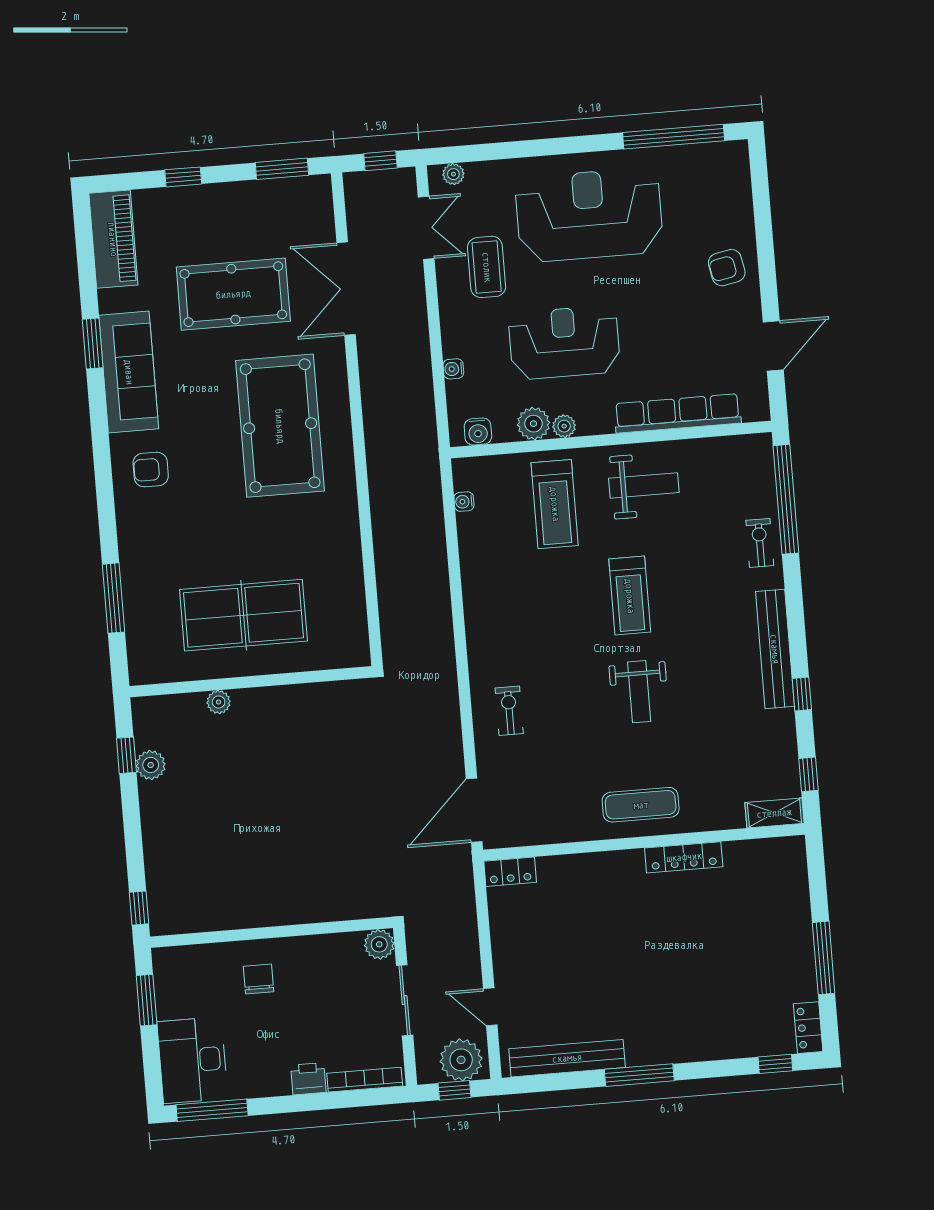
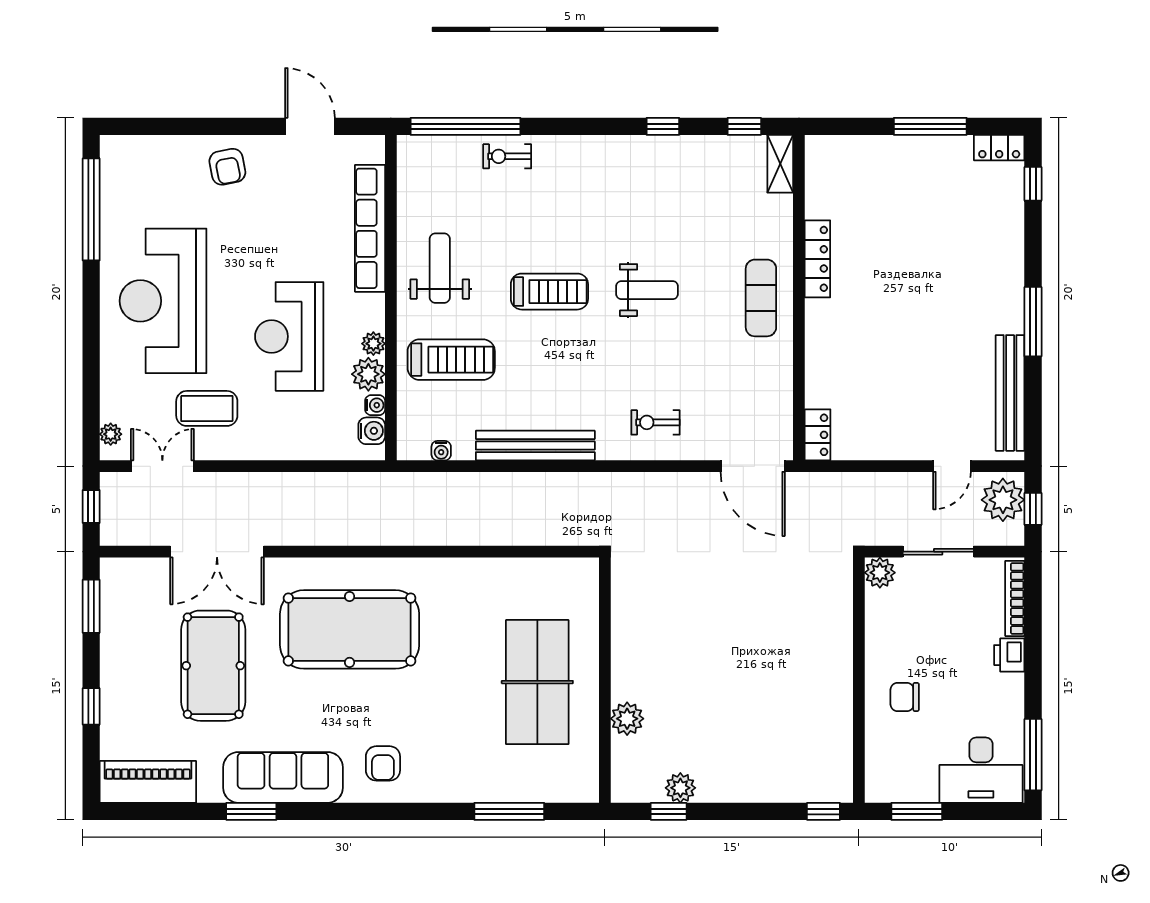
water cooler: (453, 369) -> (375, 405), moved, turned -90
bench: (775, 649) -> (535, 446), moved
plant: (219, 702) -> (627, 719), width x1.38, depth x1.38

